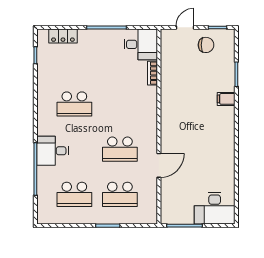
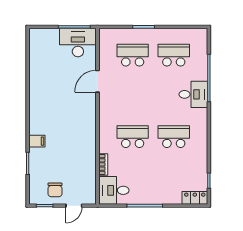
locker: (63, 36) -> (195, 198), moved
chair: (206, 45) -> (55, 190), turned -90
school desk: (120, 149) -> (133, 137), moved
desk: (215, 208) -> (78, 43), moved

